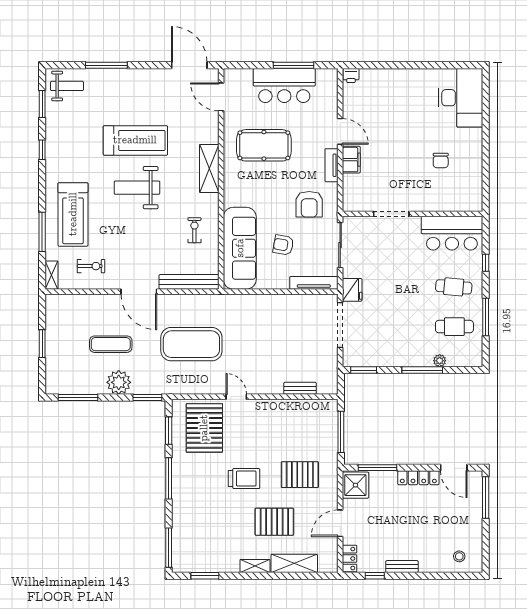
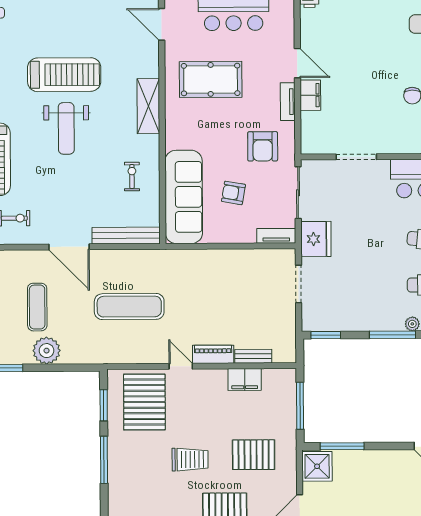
weight bench: (137, 188) -> (66, 128), turned -90
tv unit: (314, 283) -> (276, 236), width x0.71
fridge: (352, 290) -> (316, 239), width x1.36, depth x1.34
doorway: (340, 325) -> (299, 284), width x0.73
exercise mat: (111, 344) -> (37, 307), turned 90
exercise mat: (191, 344) -> (129, 307), width x0.68
piano: (265, 386) -> (213, 354), added
window: (147, 397) -> (79, 368), removed
filing cabinet: (292, 409) -> (245, 379), added
locker: (418, 478) -> (389, 458), removed

